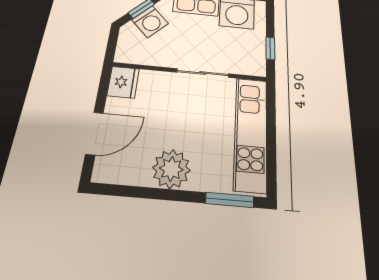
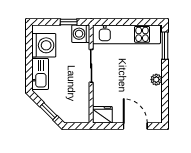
washing machine: (150, 22) -> (81, 34), moved, turned -135
plant: (171, 169) -> (156, 80), width x0.53, depth x0.53

